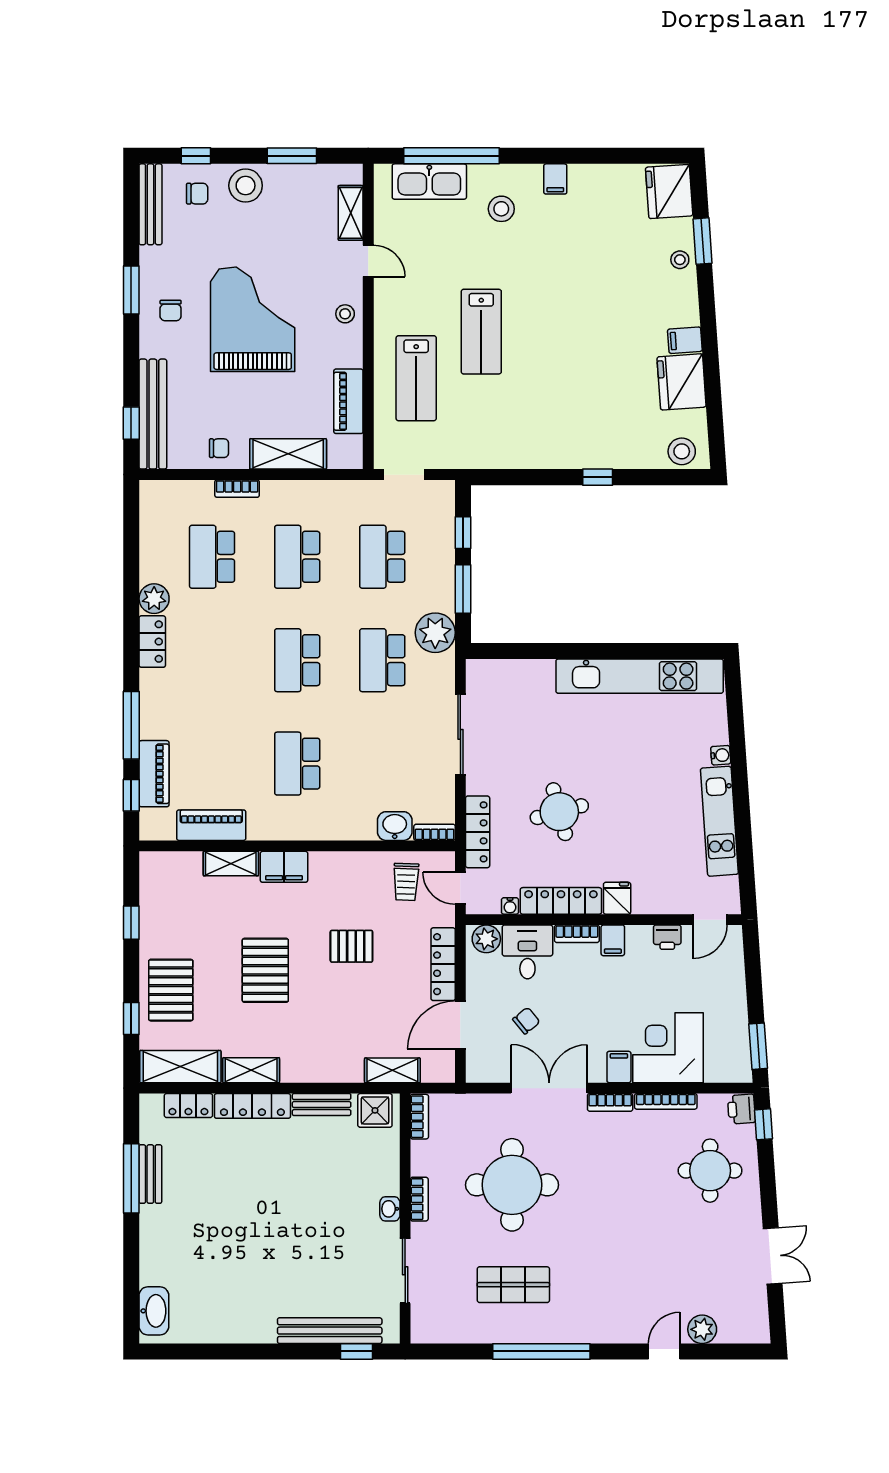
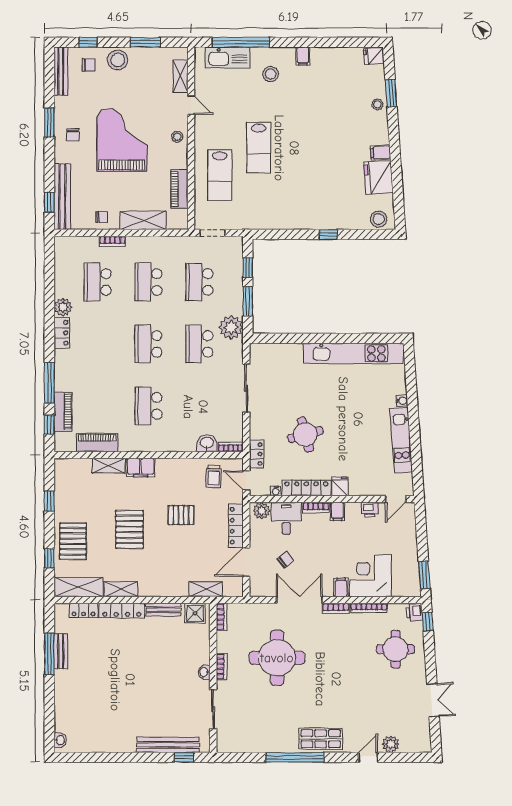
fridge: (669, 191) -> (374, 56), width x0.53, depth x0.75
locker: (478, 832) -> (256, 454), width x0.66
shop shelf: (513, 1285) -> (321, 739), moved
washbasin: (154, 1311) -> (60, 740), width x0.52, depth x0.69

